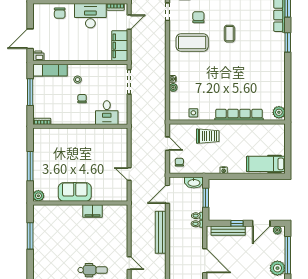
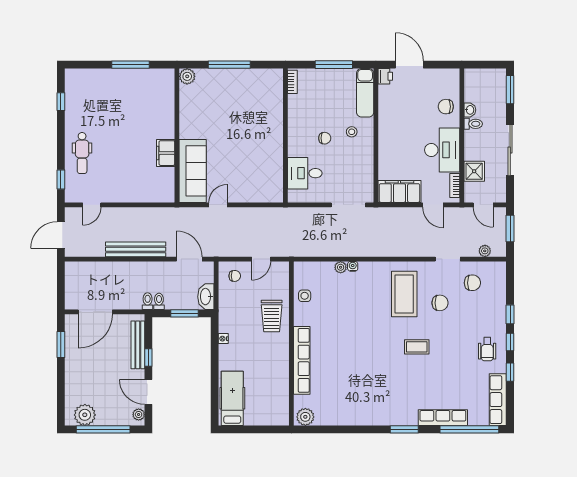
sofa: (75, 192) -> (193, 171), moved, width x1.36

